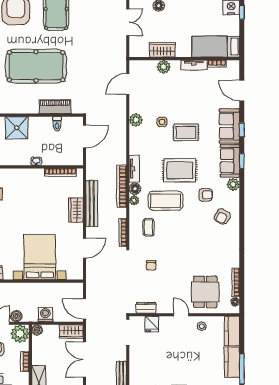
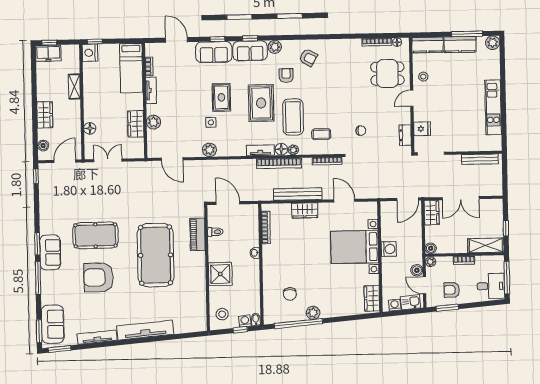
door: (242, 91) -> (177, 40), swing flipped
washing machine: (45, 315) -> (389, 249), moved, turned 180
plant: (20, 334) -> (431, 262), width x0.53, depth x0.53

